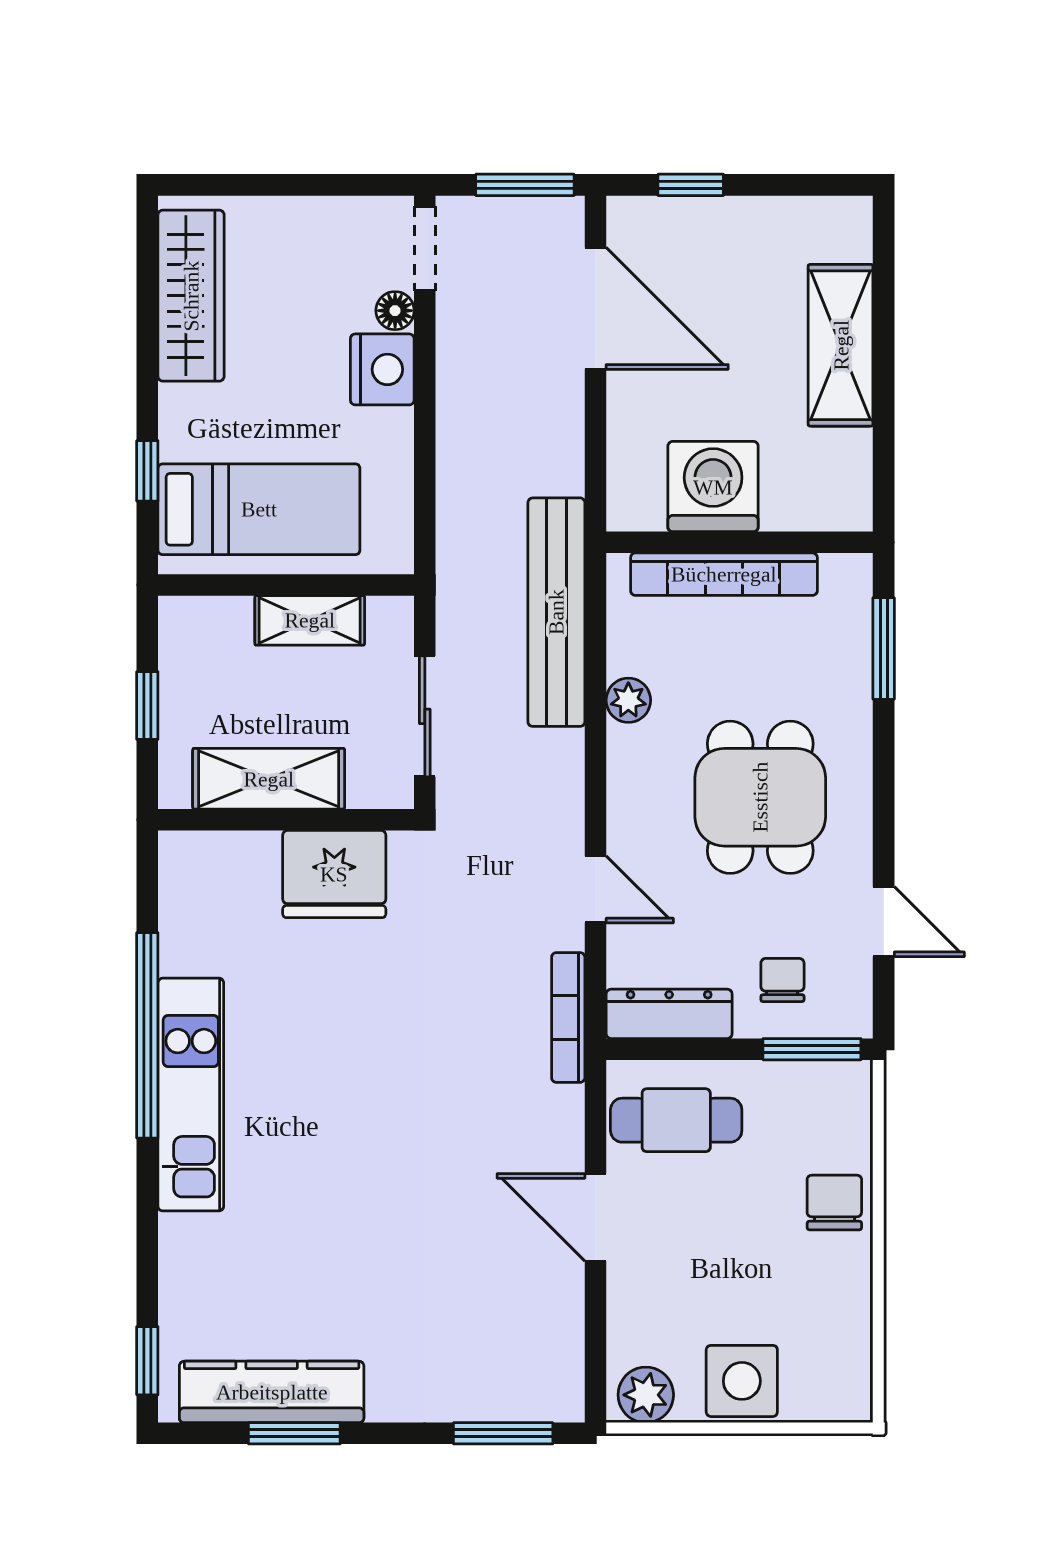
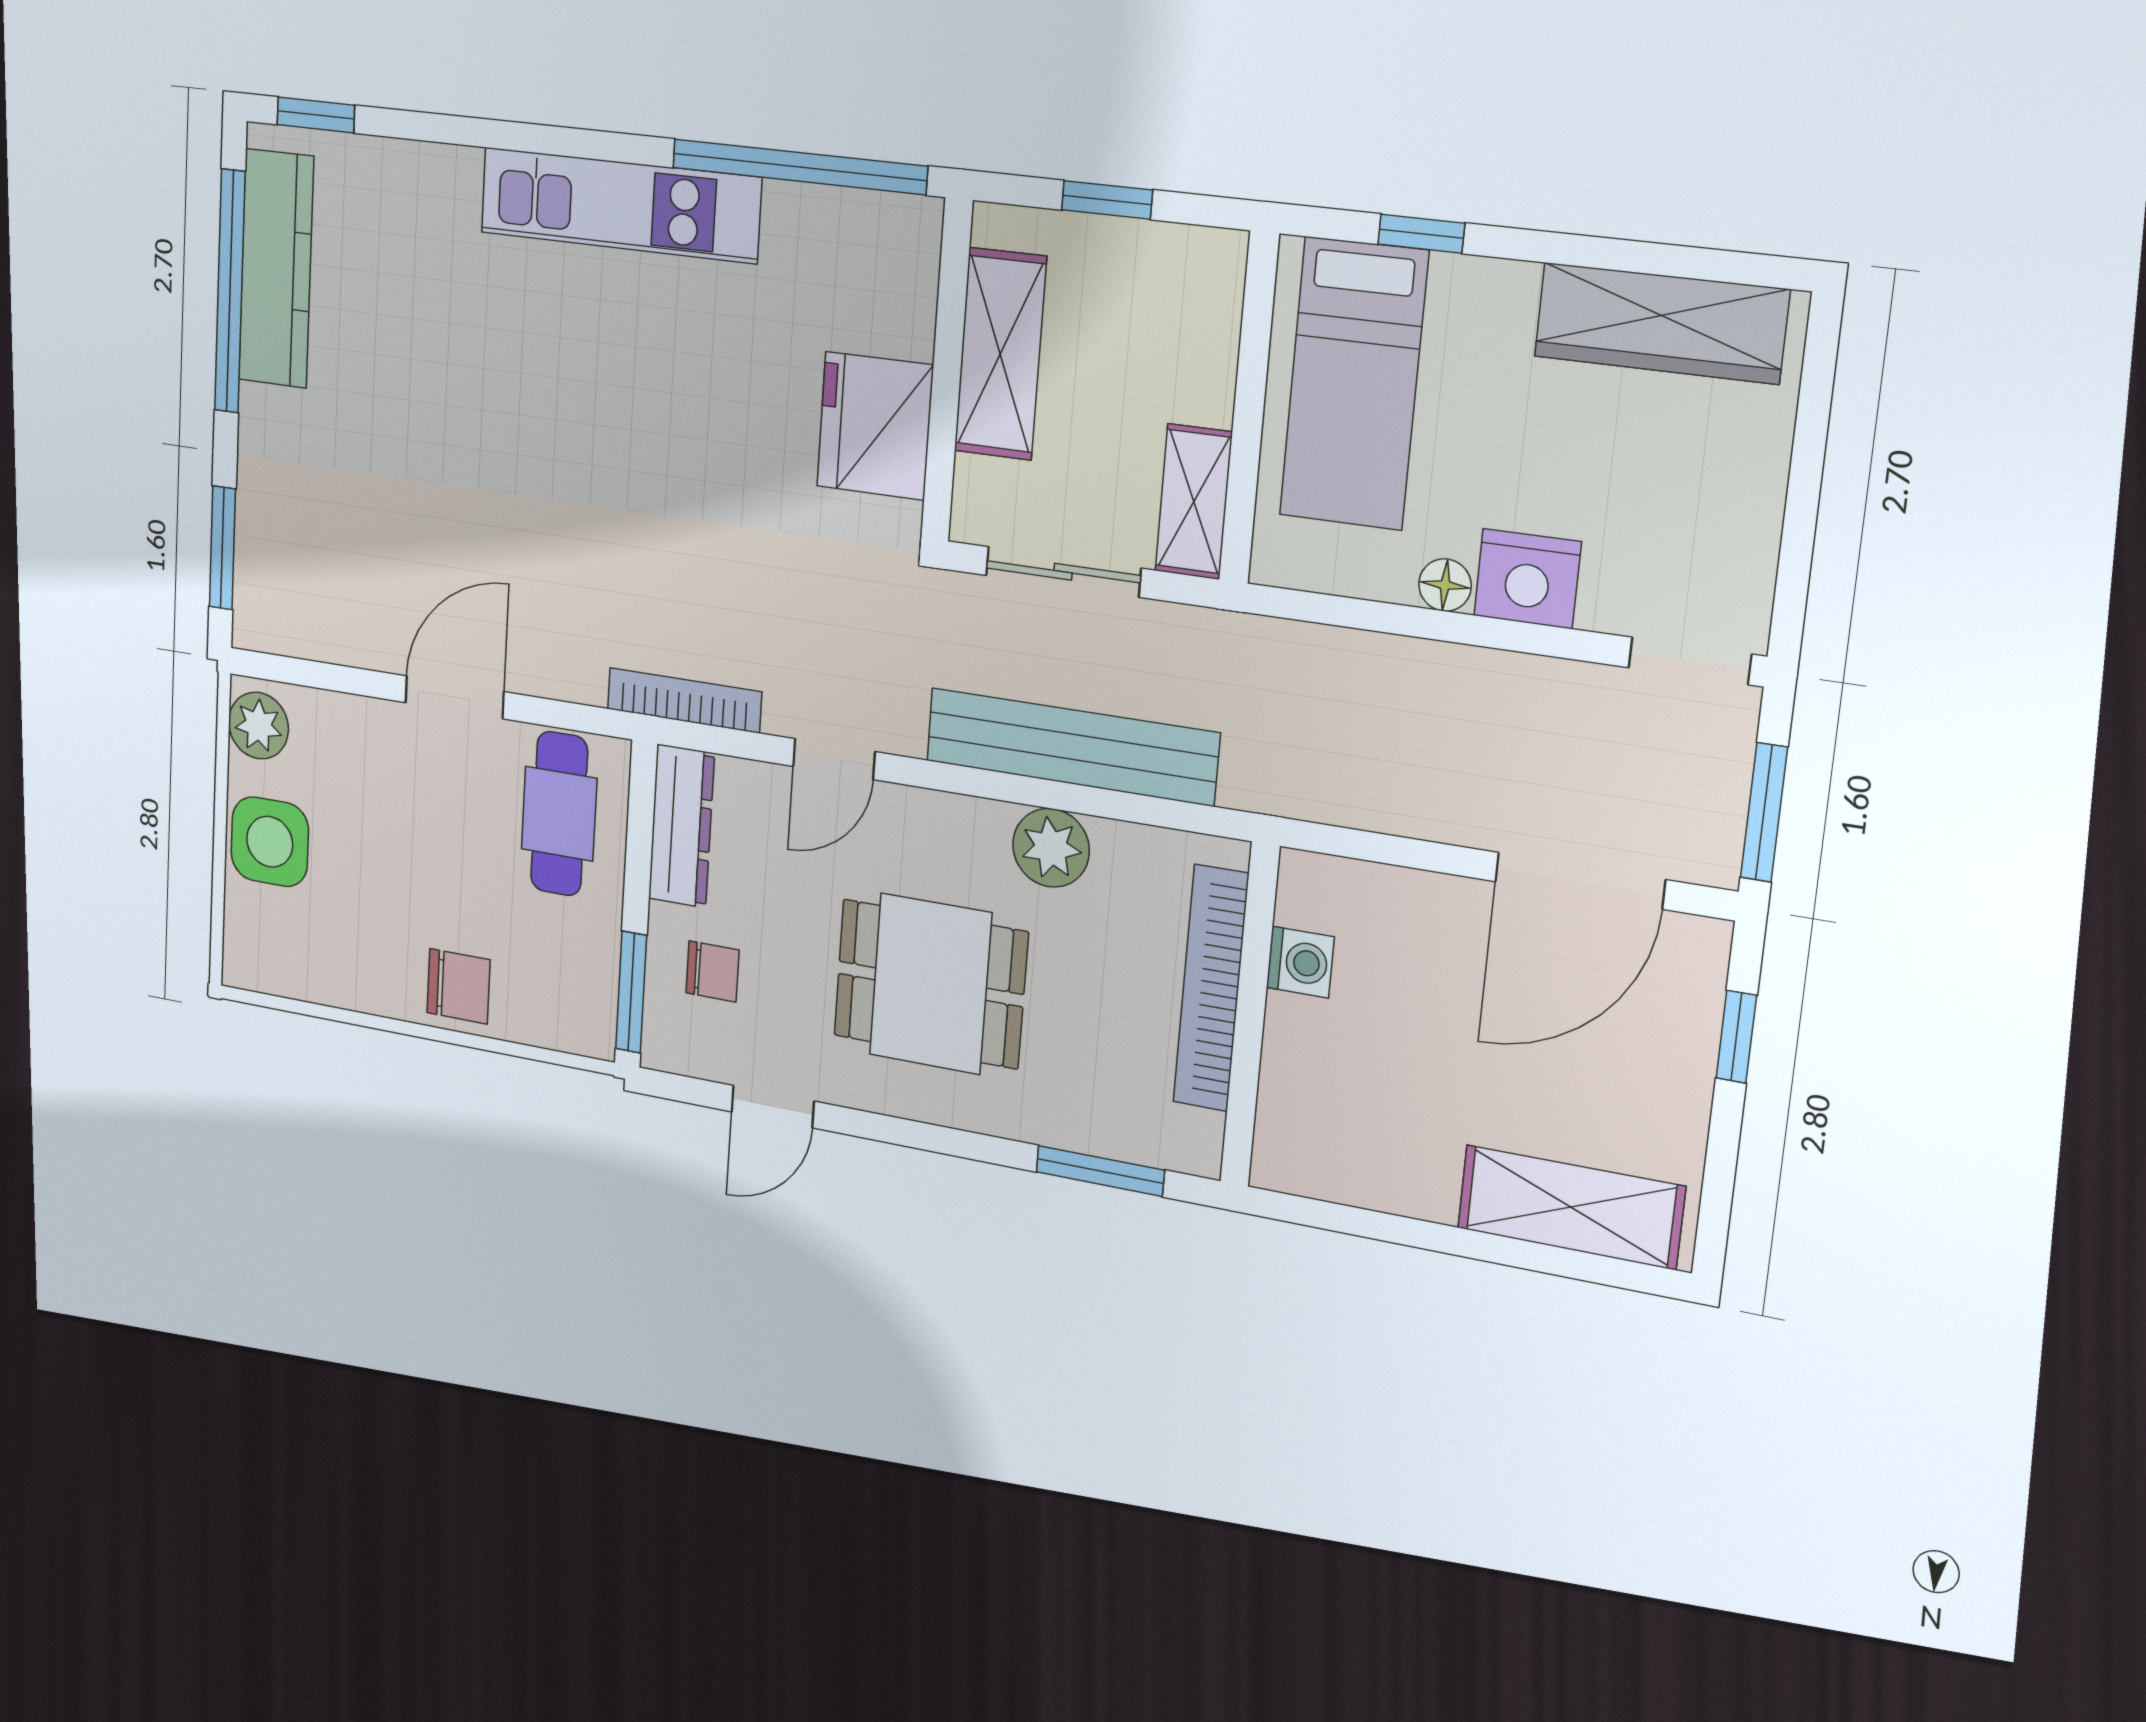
floor lamp: (395, 311) -> (1445, 585), moved
shelving: (841, 345) -> (1571, 1207), moved
washing machine: (713, 487) -> (1300, 962), width x0.53, depth x0.53
bench: (556, 612) -> (1072, 747), moved
shelving: (310, 620) -> (1194, 502), moved
plant: (628, 700) -> (1051, 848), width x1.38, depth x1.38
window: (147, 1035) -> (799, 167), moved
window: (294, 1433) -> (230, 291), width x2.11

